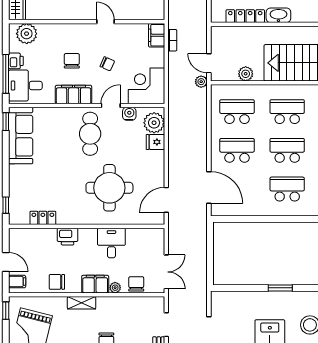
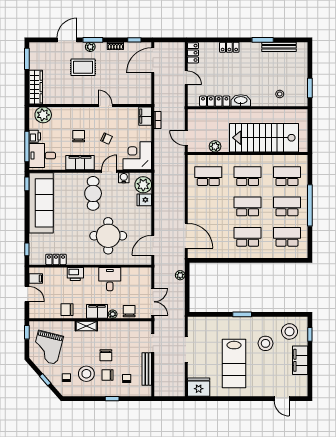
plant: (201, 82) -> (180, 275), moved
sofa: (21, 136) -> (41, 203), width x1.36, depth x1.27
school desk: (237, 150) -> (208, 206), removed
filing cabinet: (17, 282) -> (36, 278), moved

